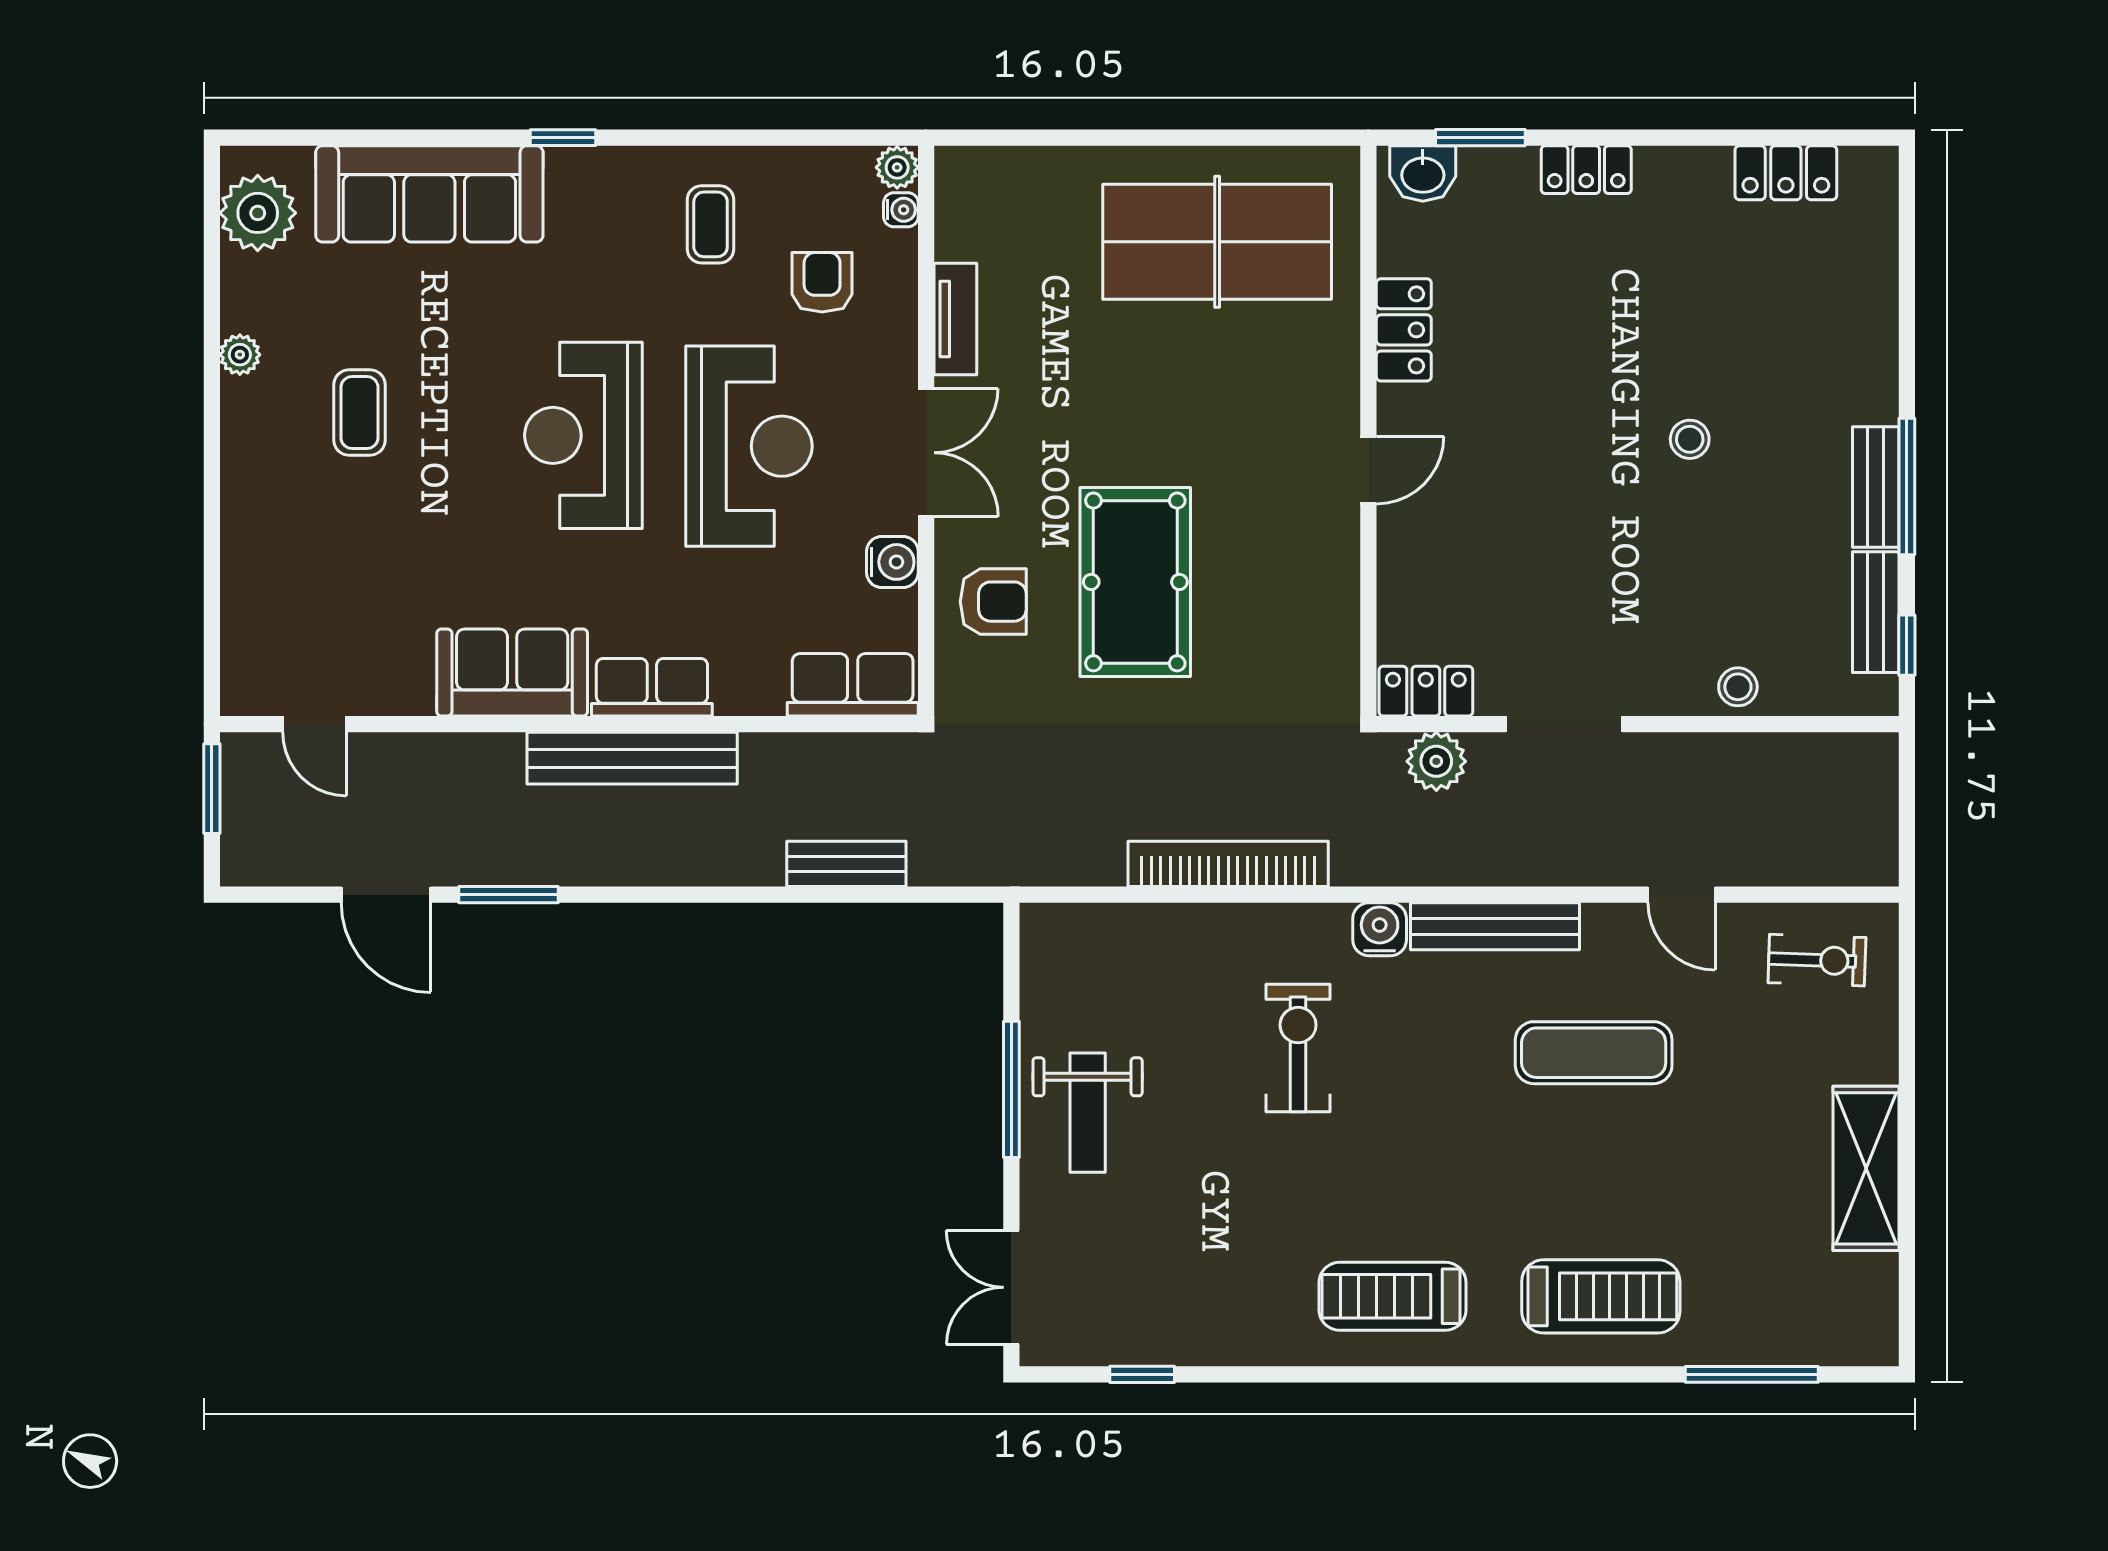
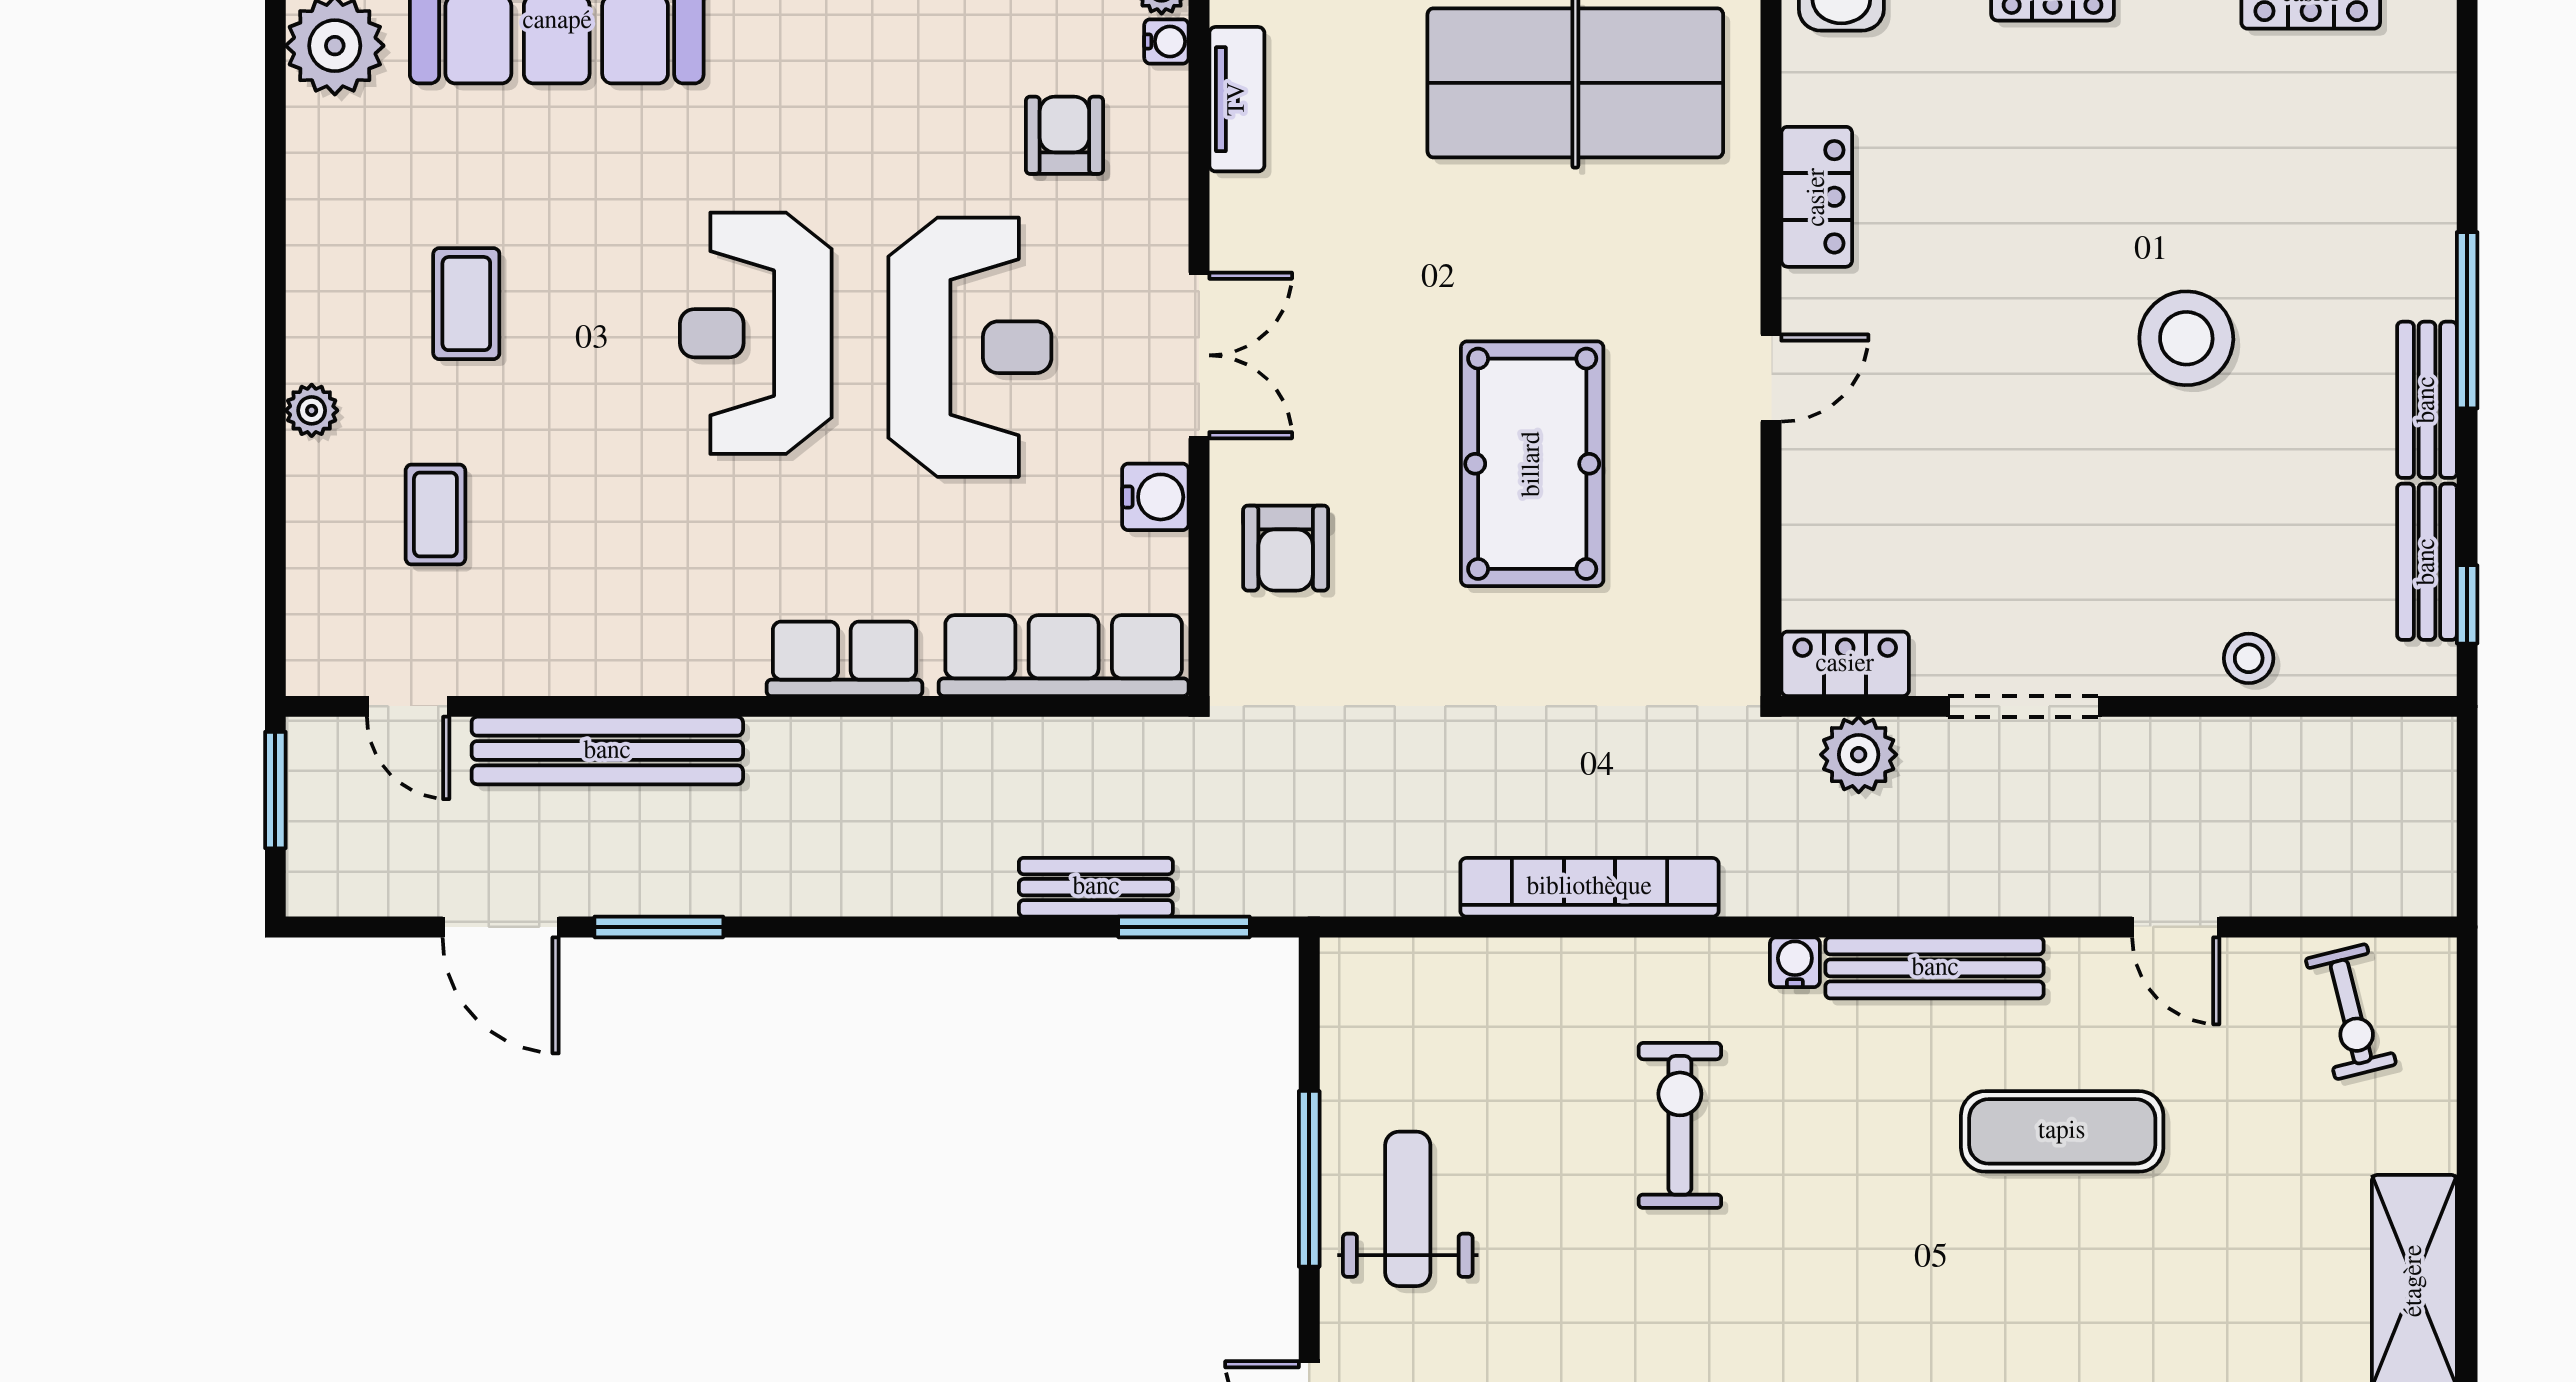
coffee table: (711, 224) -> (435, 514), moved
tv unit: (955, 319) -> (1237, 99), moved
plant: (240, 355) -> (312, 410), moved
stool: (1690, 439) -> (2186, 338), width x1.89, depth x1.89
window: (1907, 487) -> (2467, 320), moved
pool table: (1135, 582) -> (1532, 464), moved
armchair: (993, 602) -> (1286, 548), turned 90
sofa: (512, 672) -> (664, 640), removed
row of seats: (853, 685) -> (1064, 656), width x1.48
bench: (632, 758) -> (607, 751), moved
window: (915, 895) -> (1184, 927), added
water cooler: (1380, 929) -> (1795, 962), width x0.72, depth x0.72
exercise bike: (1817, 960) -> (2351, 1012), turned 74
weight bench: (1088, 1113) -> (1408, 1209), turned 180

